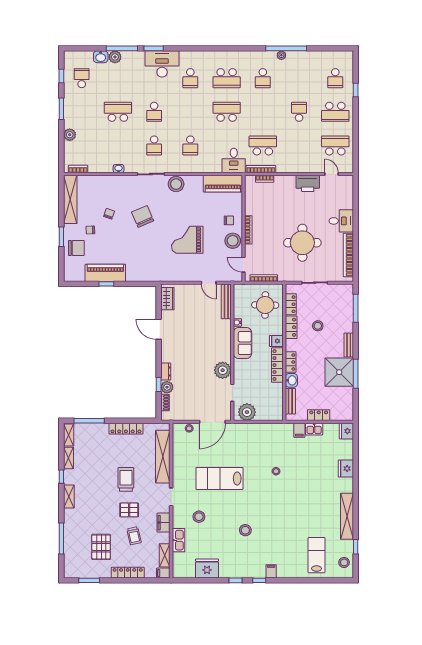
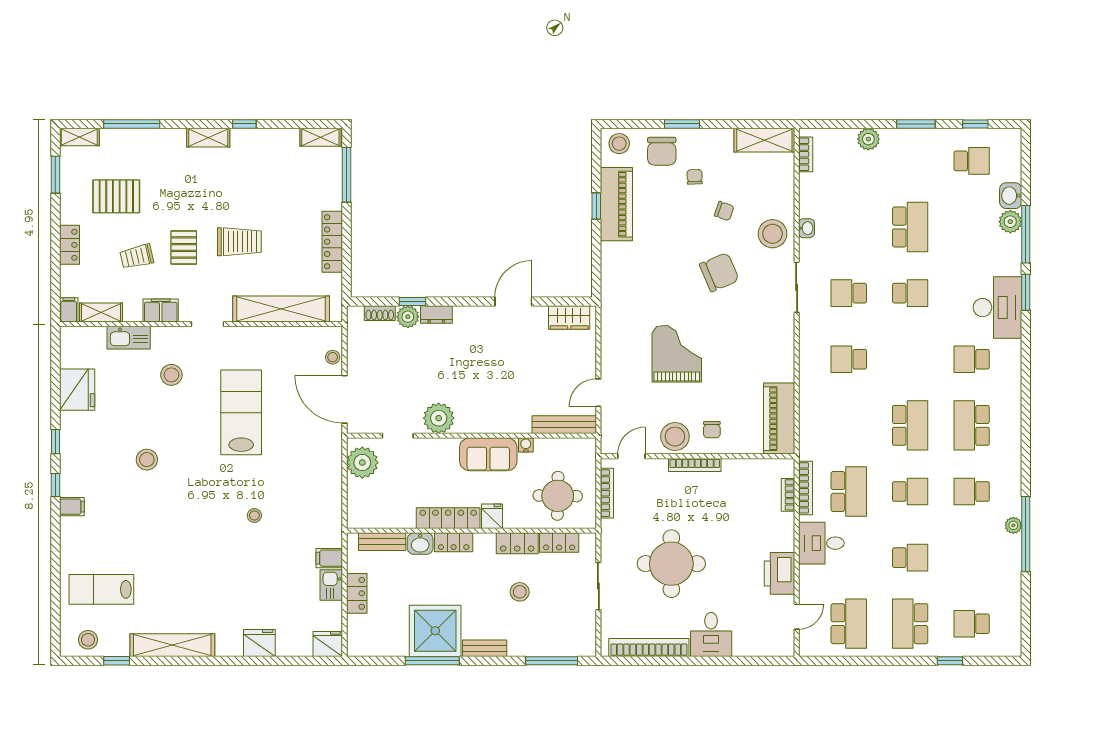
school desk: (154, 112) -> (910, 293), turned 180
school desk: (263, 112) -> (910, 491), added
desk: (234, 160) -> (821, 543), moved
stool: (176, 184) -> (773, 234), moved
shelving: (70, 199) -> (764, 140), width x0.68
stool: (72, 271) -> (619, 144), added
shelving: (68, 458) -> (79, 137), moved
lab bench: (317, 555) -> (101, 589), turned 180
locker: (128, 573) -> (69, 245), width x0.66

